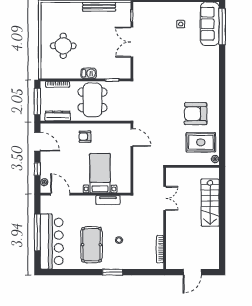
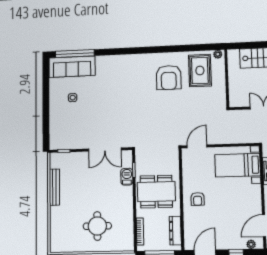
double door: (132, 42) -> (105, 149), moved
barbecue: (89, 73) -> (127, 177), moved
bed with nightstands: (100, 173) -> (238, 165), moved

